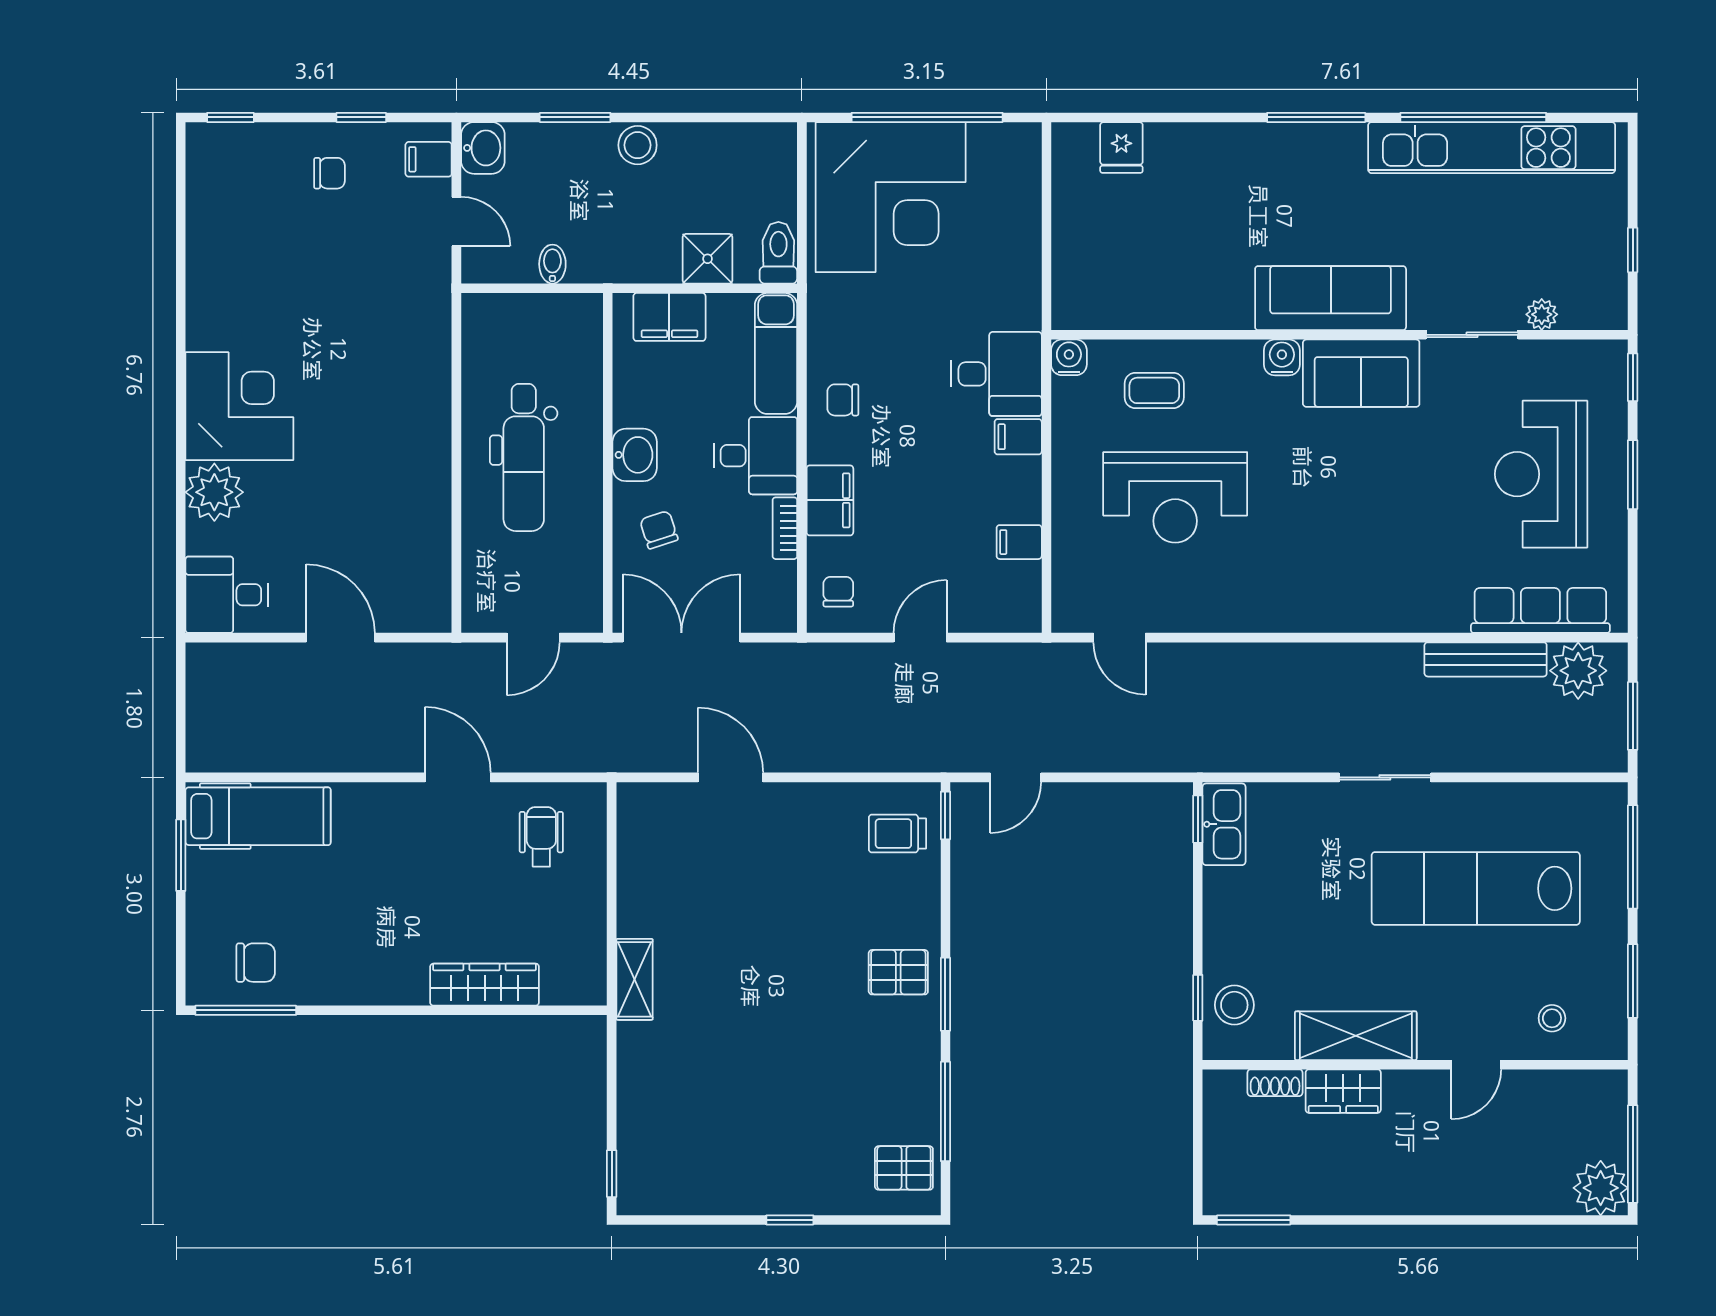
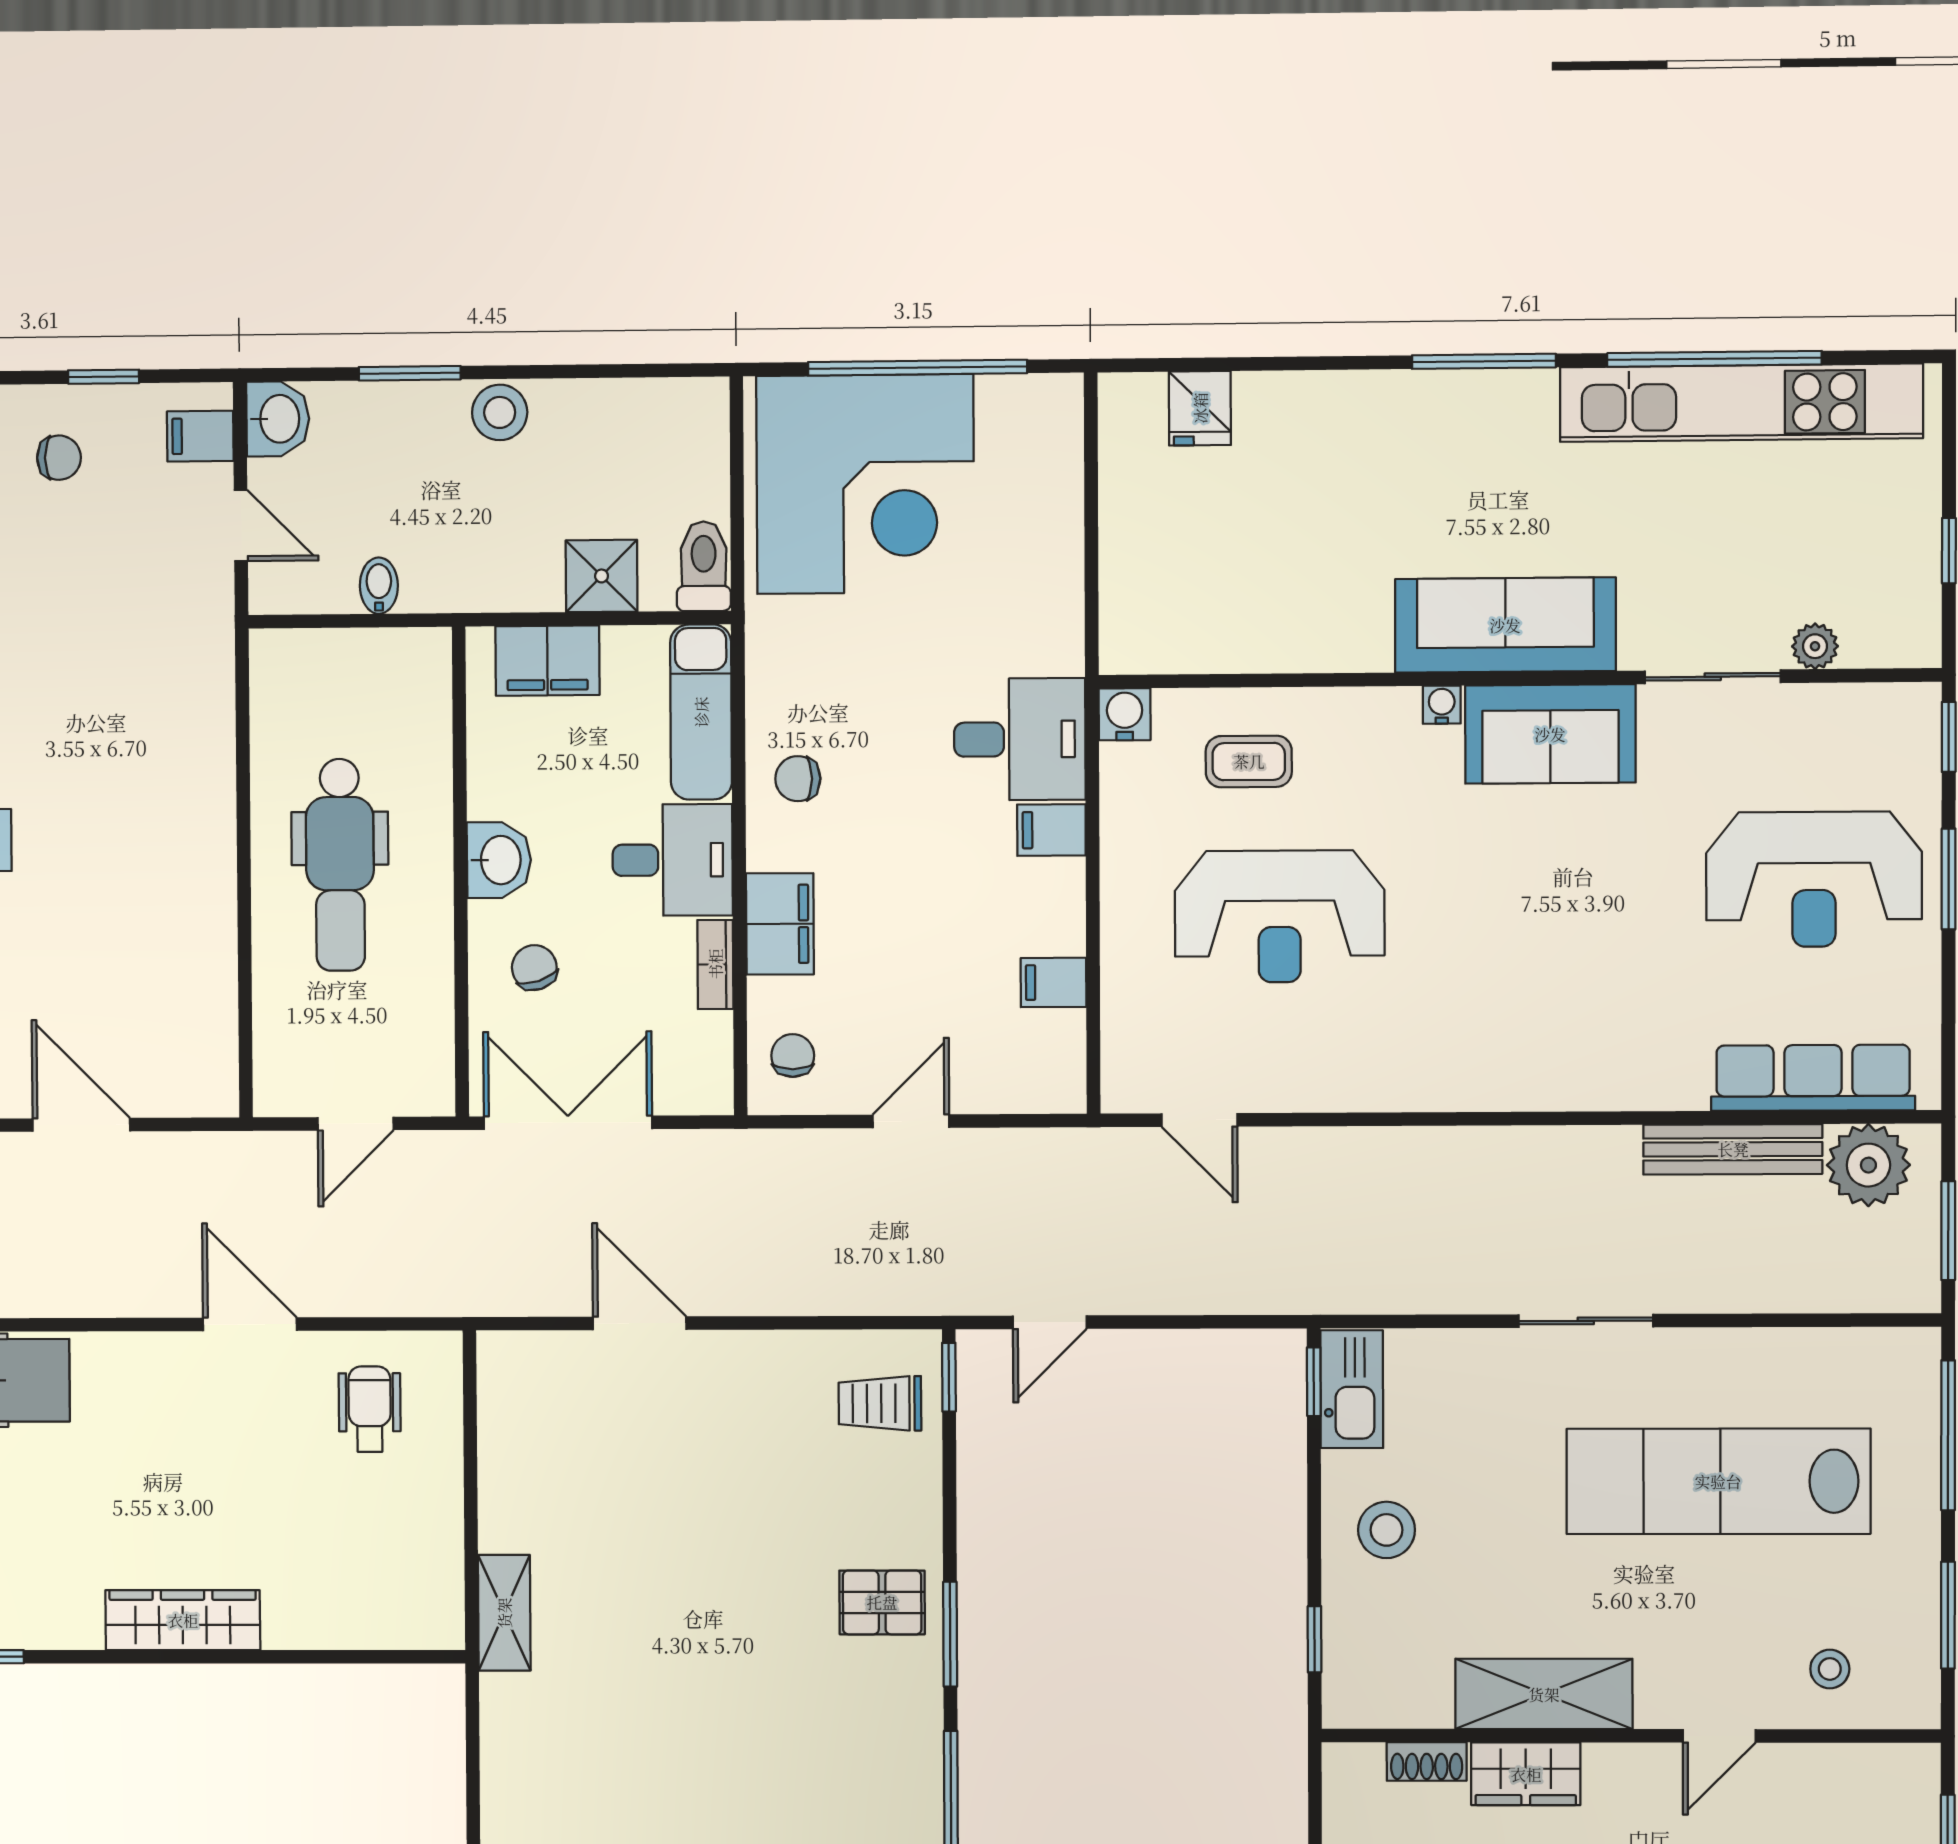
water cooler: (1282, 357) -> (1442, 705), width x0.72, depth x0.72
reception desk: (1541, 474) -> (1814, 879), turned -90
wardrobe: (485, 985) -> (183, 1620), moved
stool: (1234, 1005) -> (1387, 1530), moved

